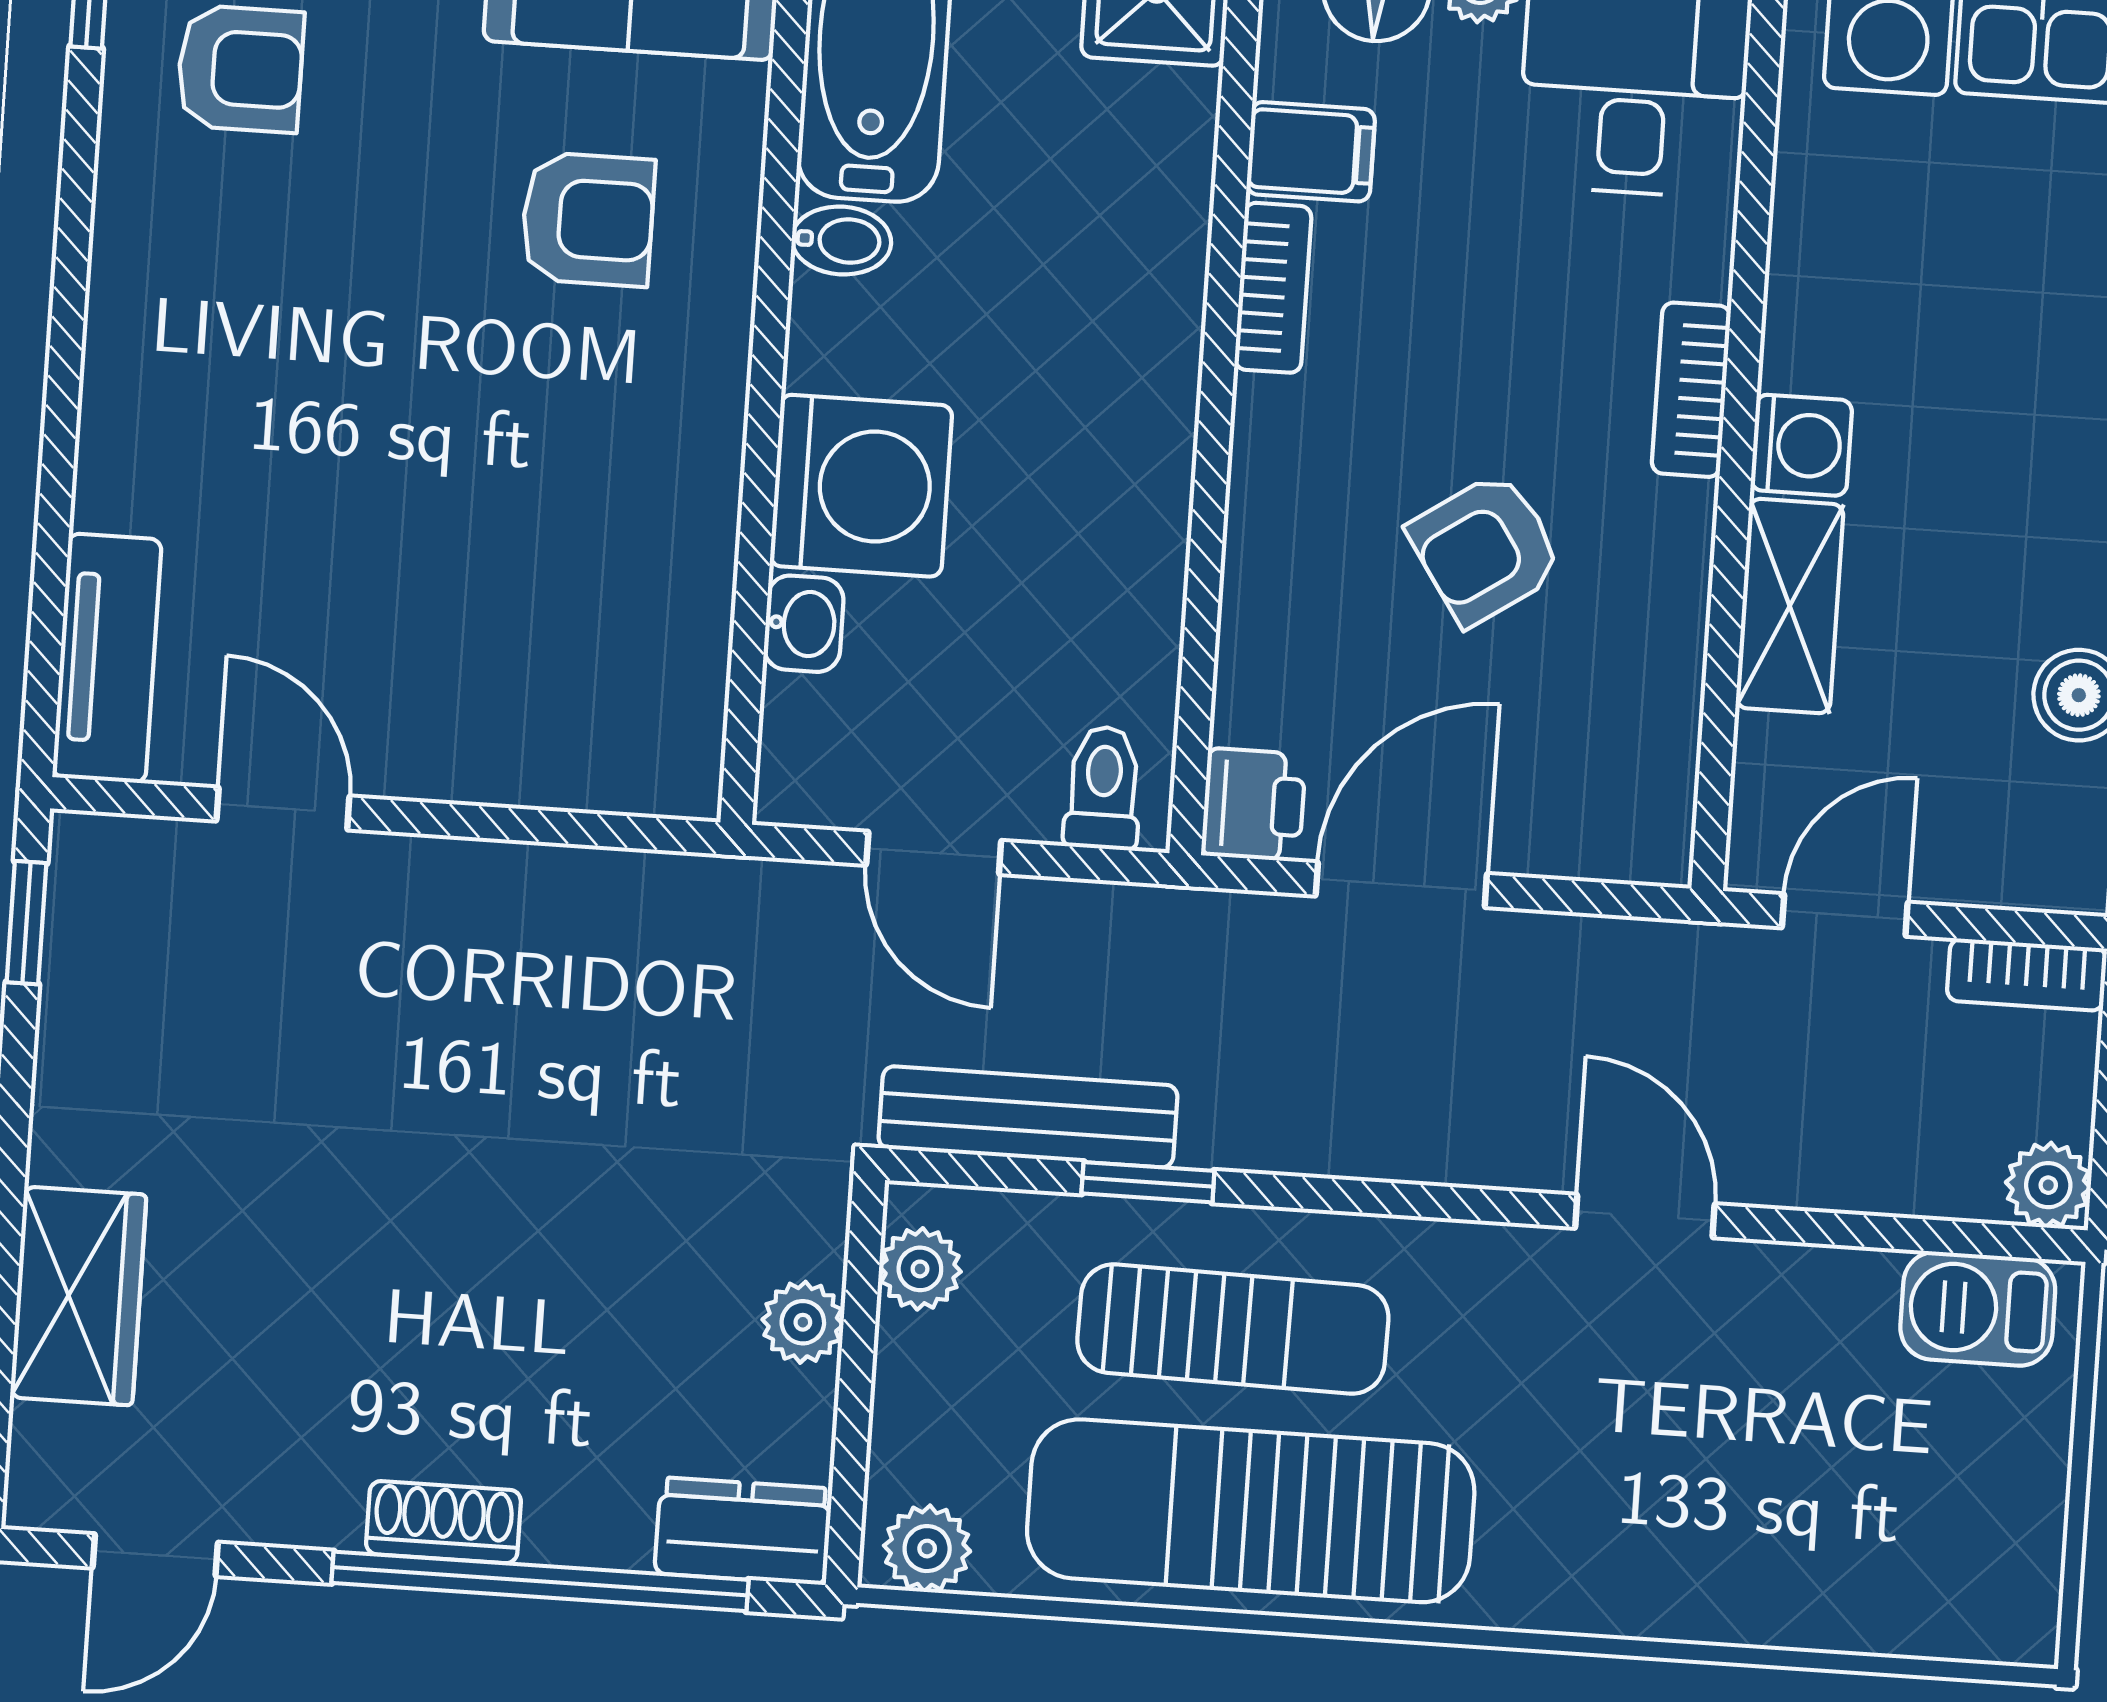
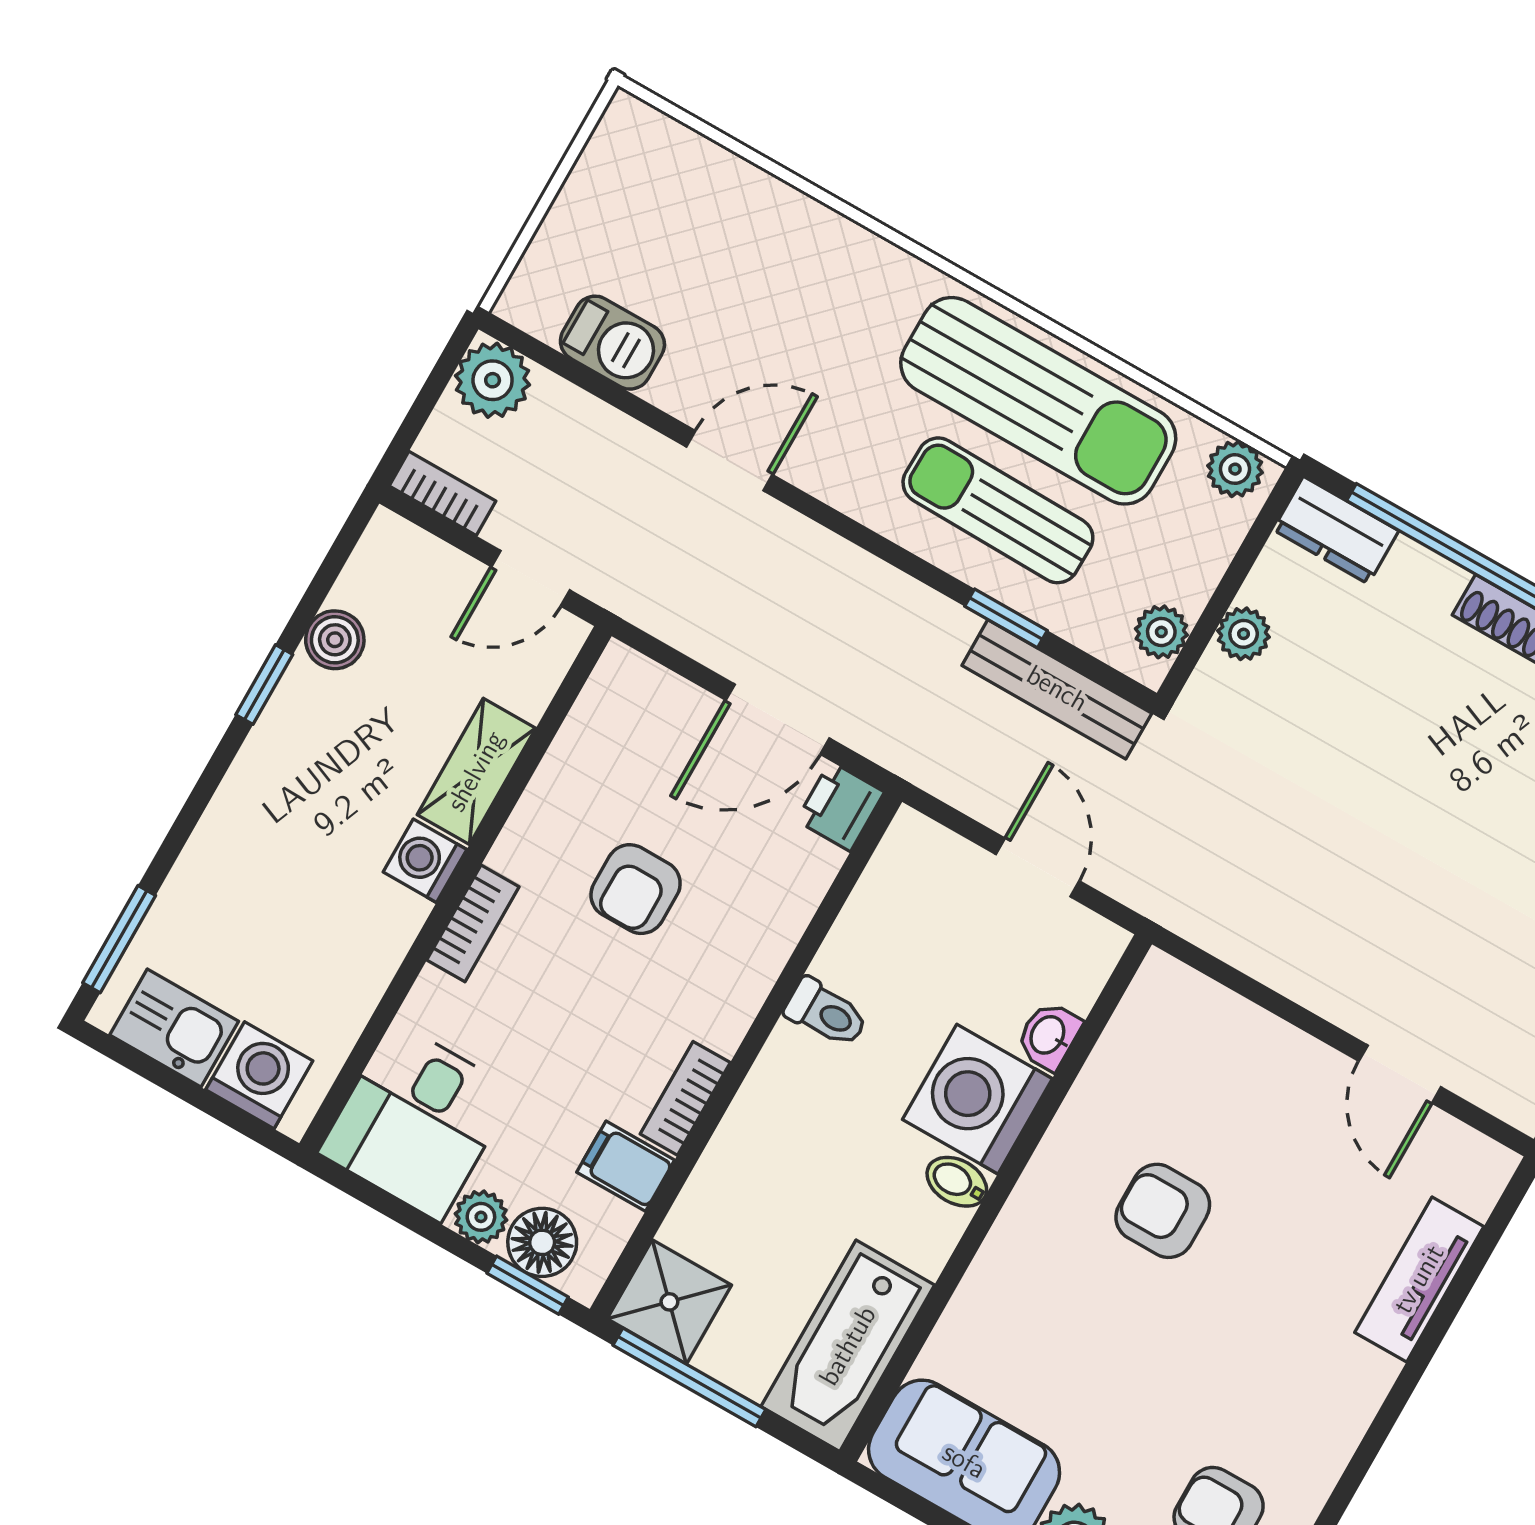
armchair: (588, 219) -> (1163, 1211), moved
bidet: (842, 241) -> (957, 1182), moved
armchair: (1486, 549) -> (636, 889), turned 124
tv unit: (107, 658) -> (1419, 1279), moved
toilet: (1103, 788) -> (826, 1013), moved, turned -90
plant: (2048, 1185) -> (493, 380), width x1.38, depth x1.38
door: (1645, 1216) -> (729, 461), swing flipped
barbecue: (1978, 1309) -> (612, 343), moved

